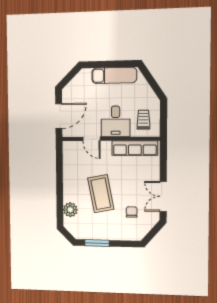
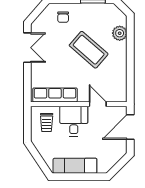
coffee table: (101, 194) -> (89, 50), turned -38
chair: (132, 212) -> (63, 17), moved

